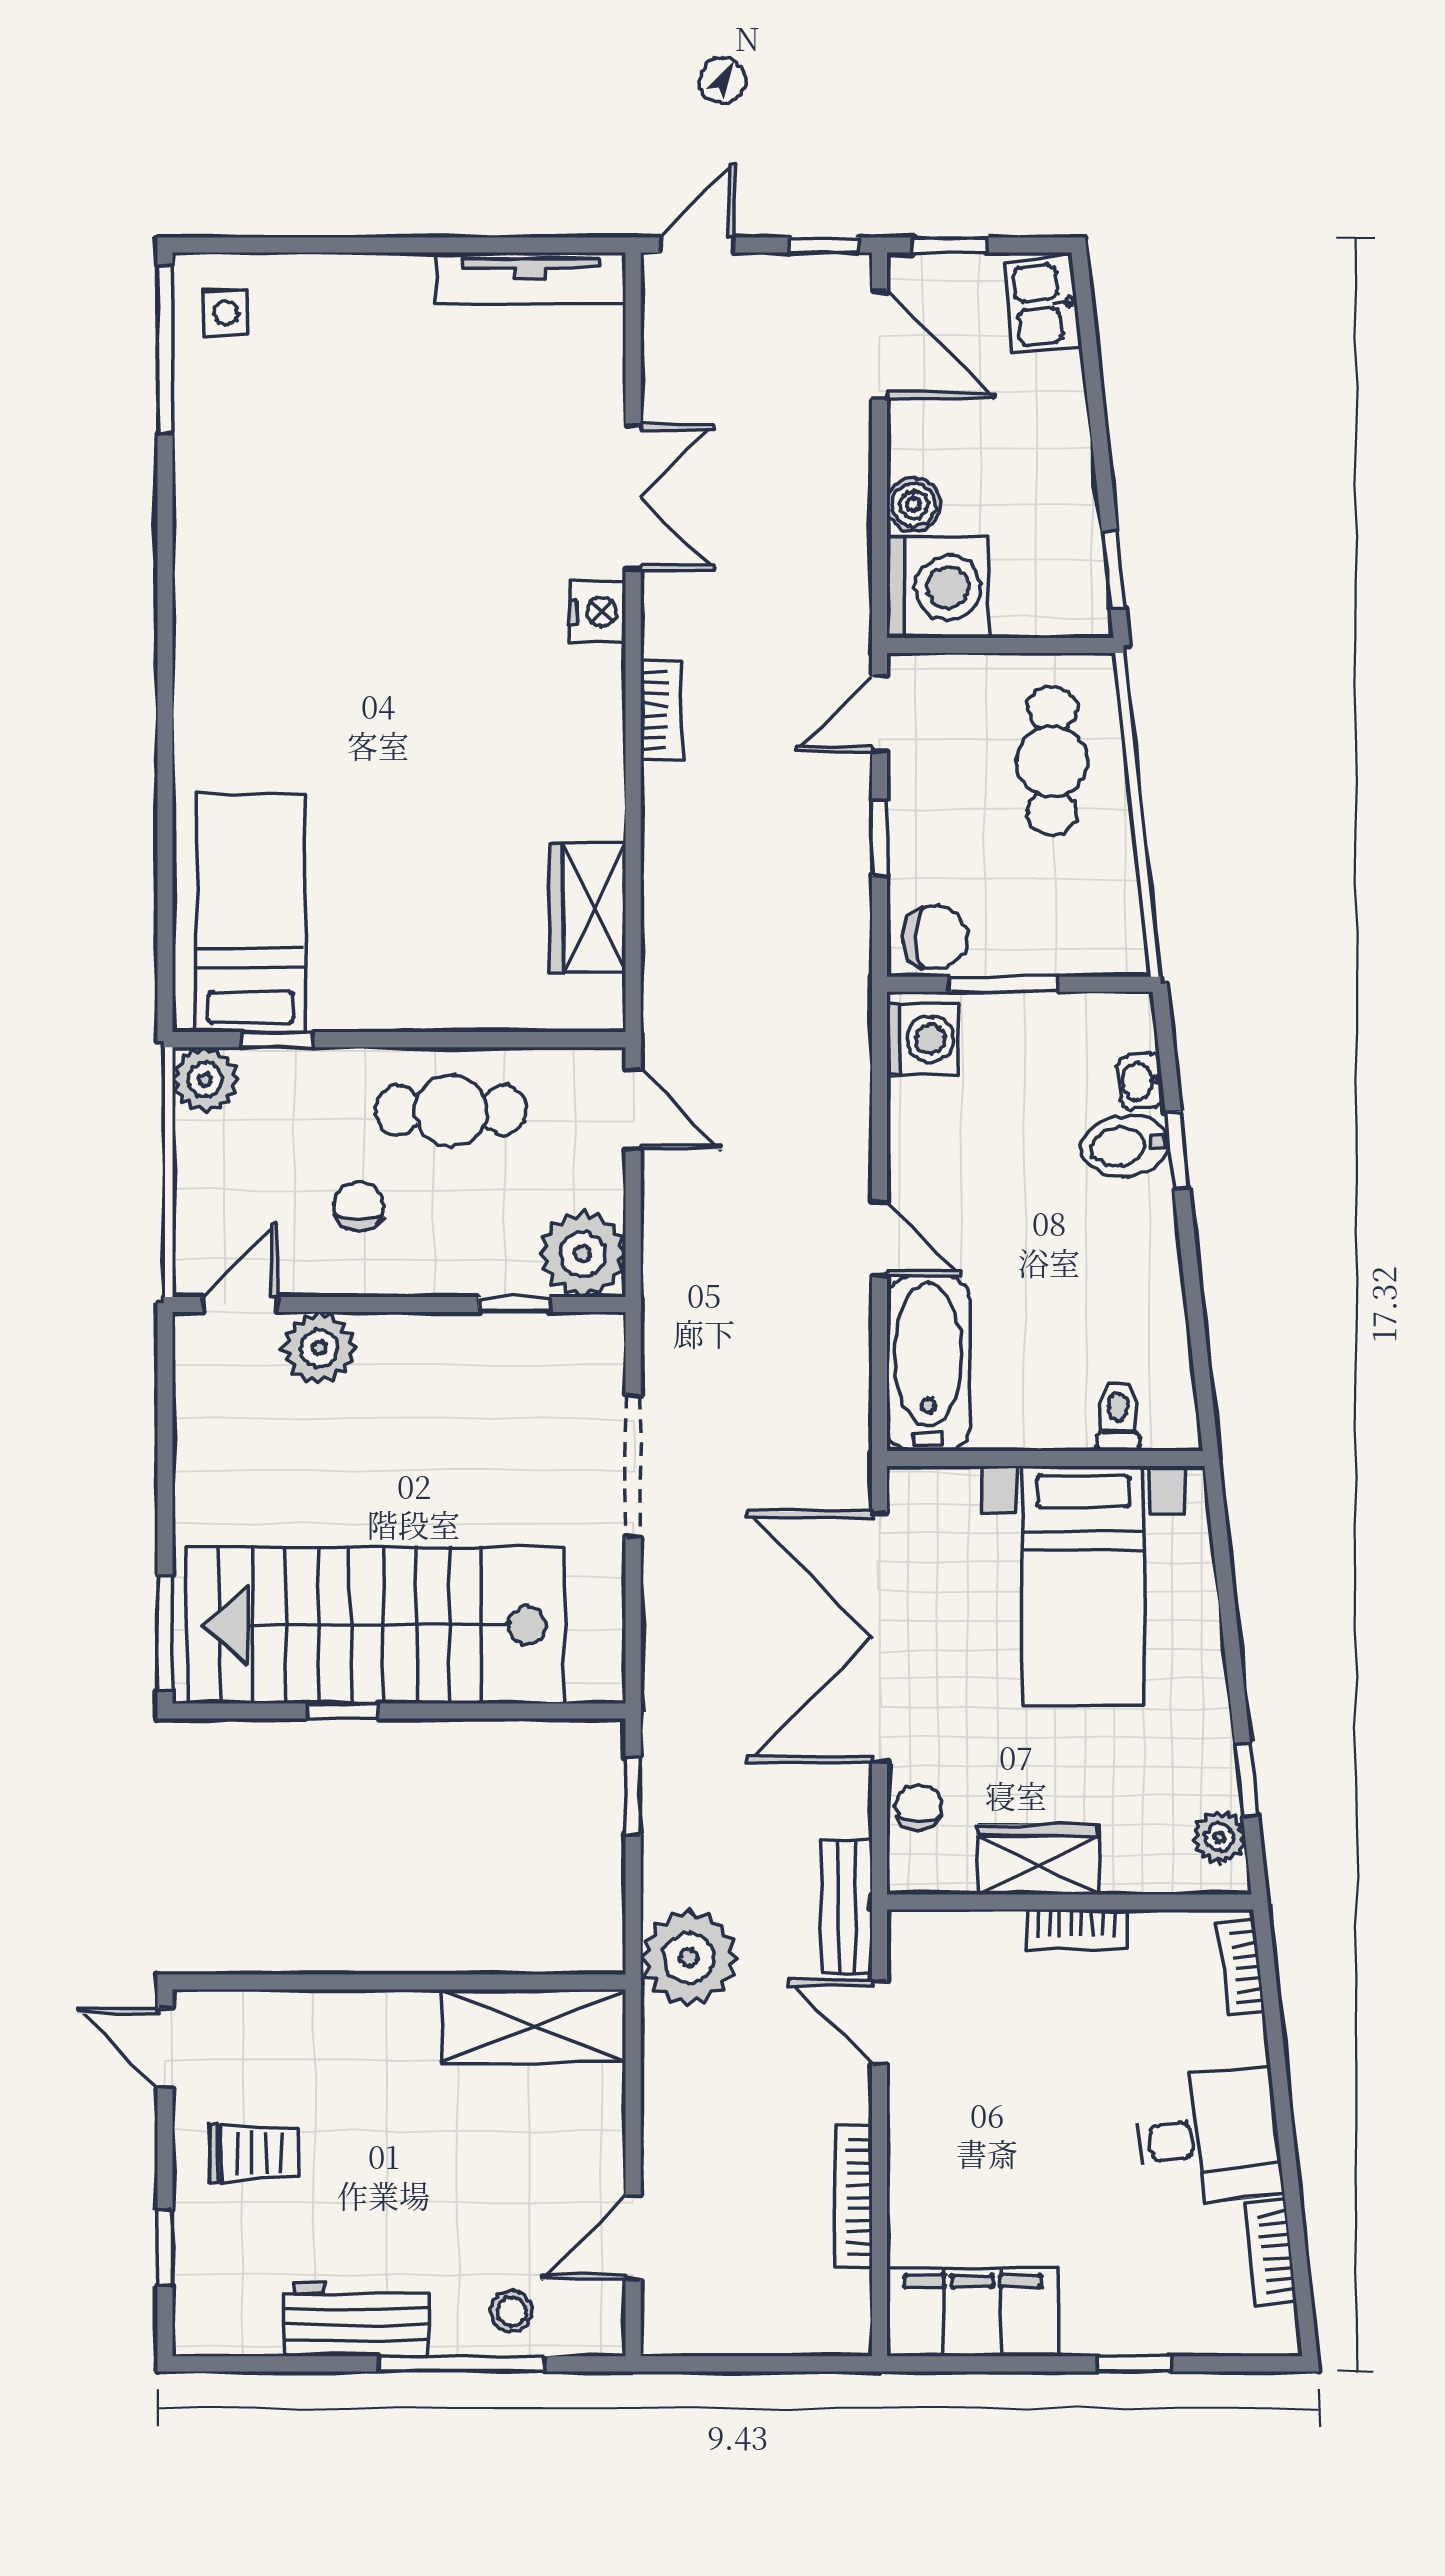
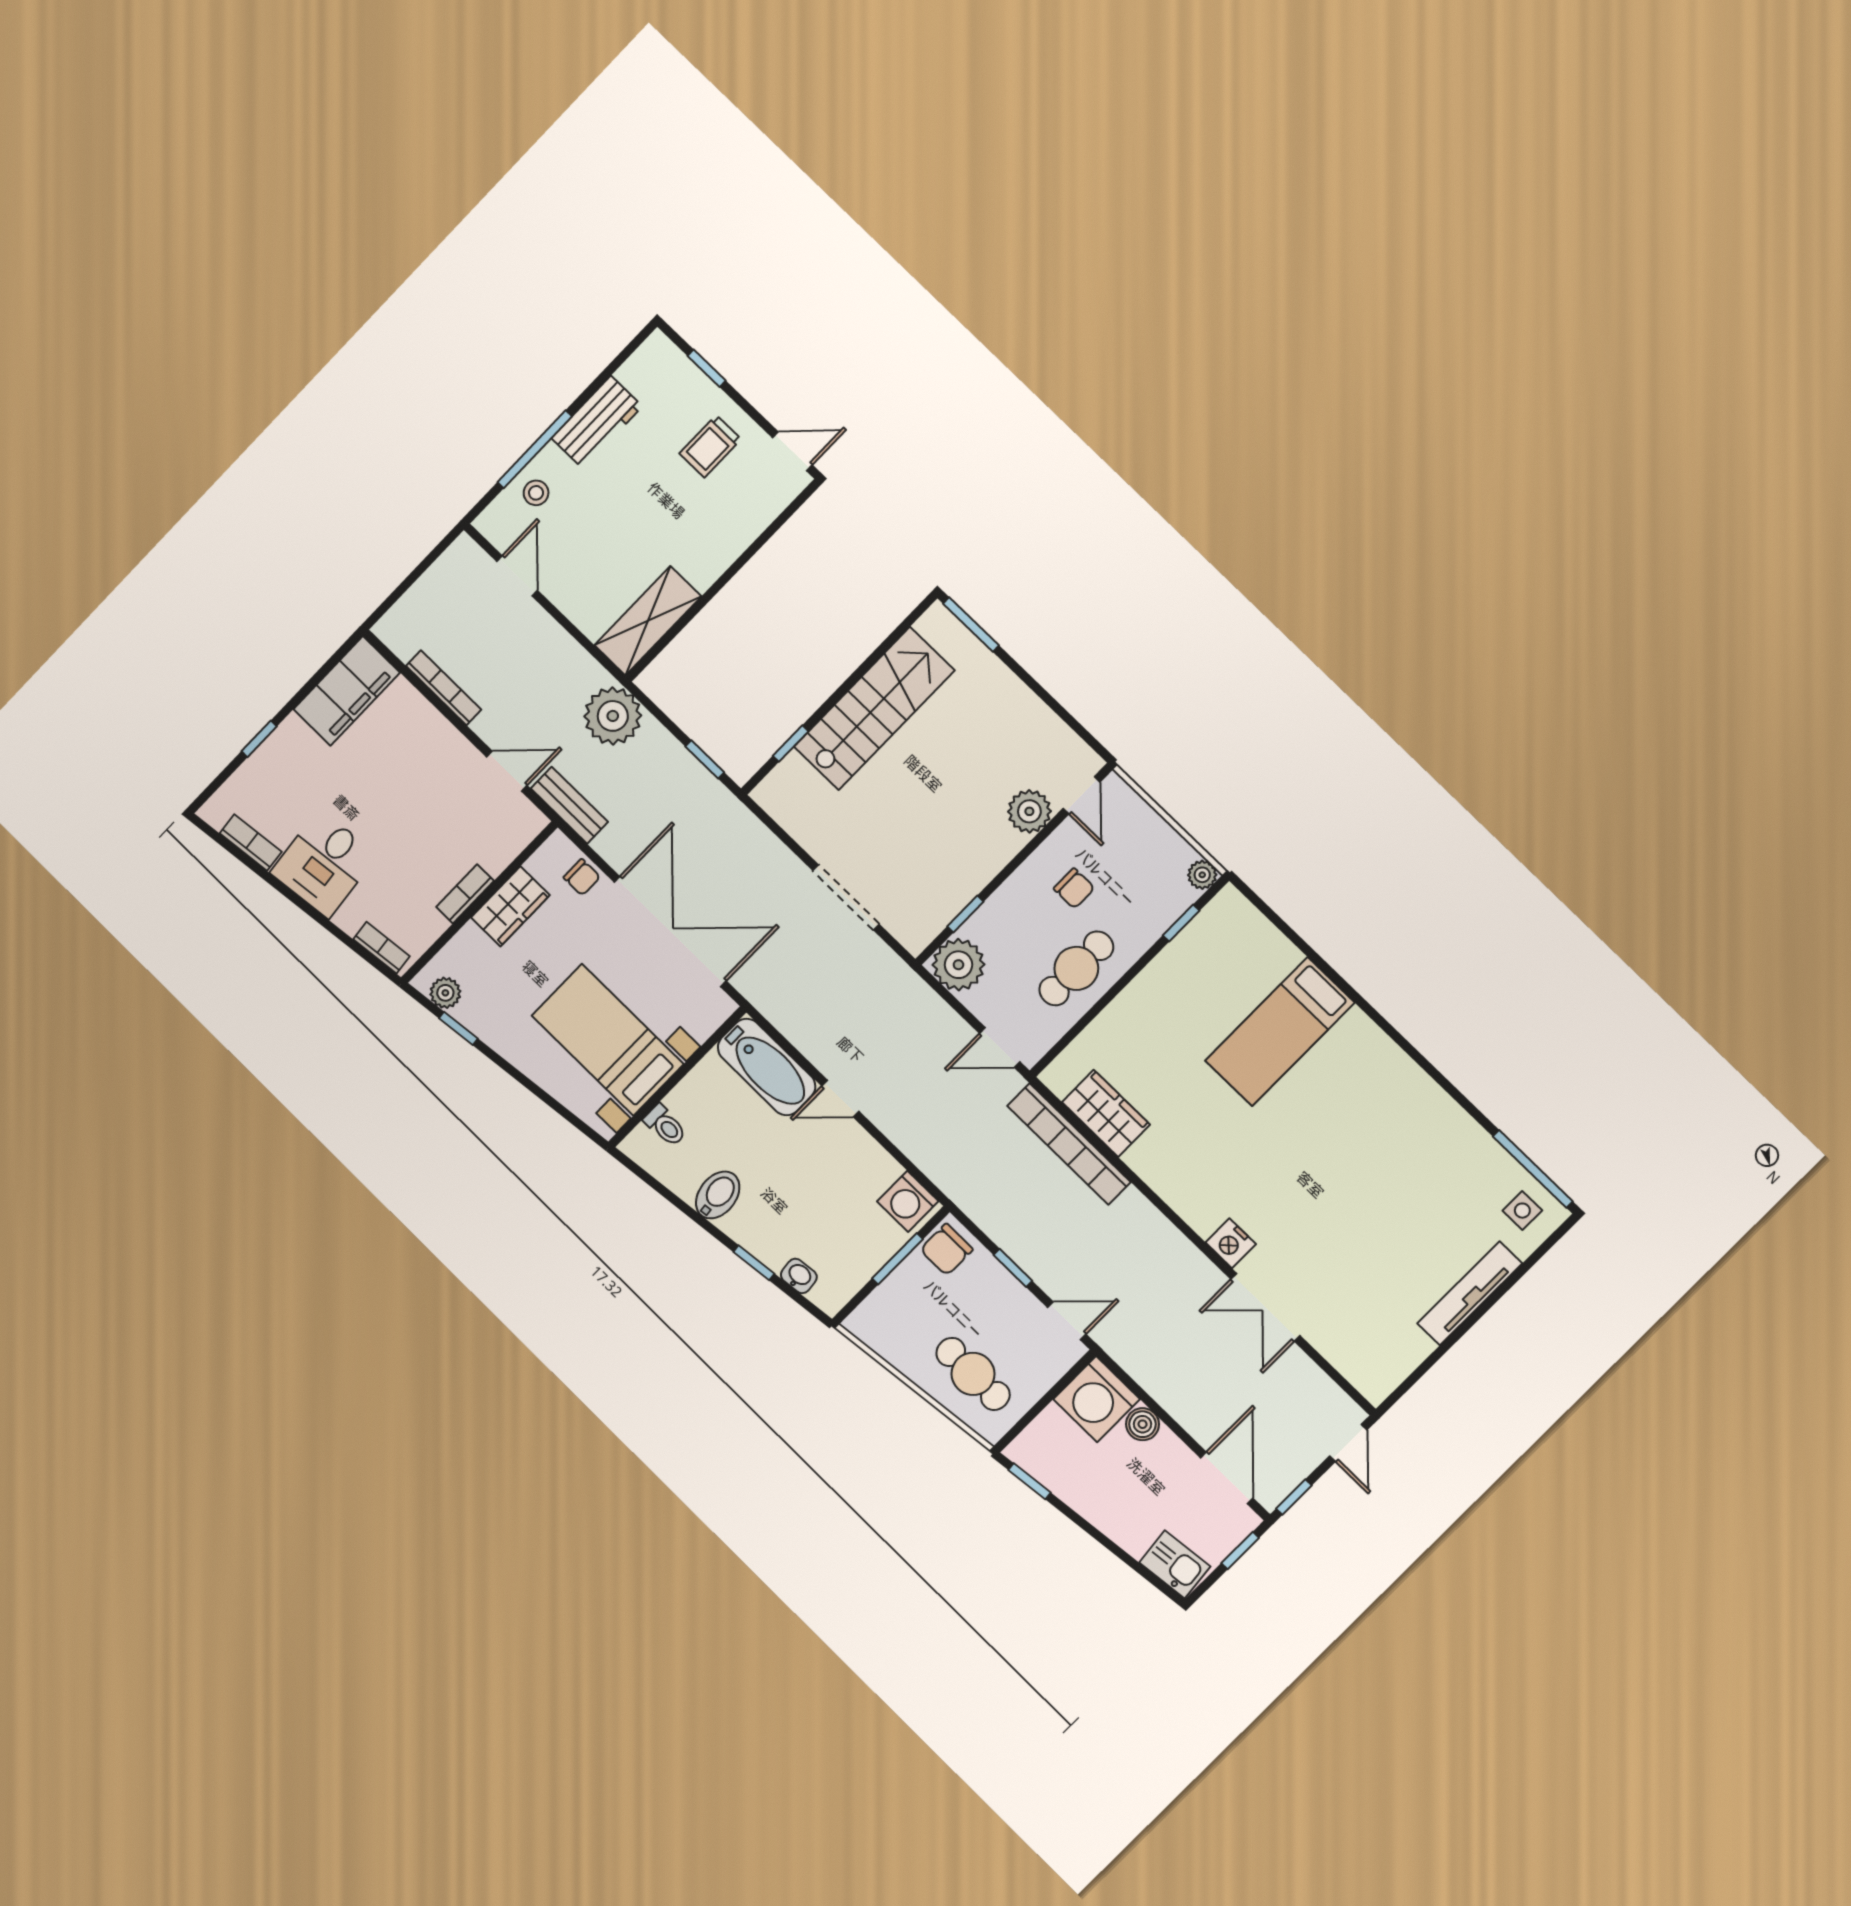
tv unit: (531, 278) -> (1470, 1293), moved
door: (879, 345) -> (1227, 1478), swing flipped
bookcase: (661, 710) -> (1069, 1144), moved, width x2.31, depth x1.31
door: (879, 713) -> (1067, 1321), hinge flipped
bed: (251, 913) -> (1280, 1032), moved, turned 90
plant: (205, 1080) -> (1202, 875), width x0.73, depth x0.73
bidet: (1125, 1146) -> (718, 1195), moved
stairs: (376, 1625) -> (874, 709), width x0.73, depth x0.66
window: (343, 1711) -> (791, 744), moved

